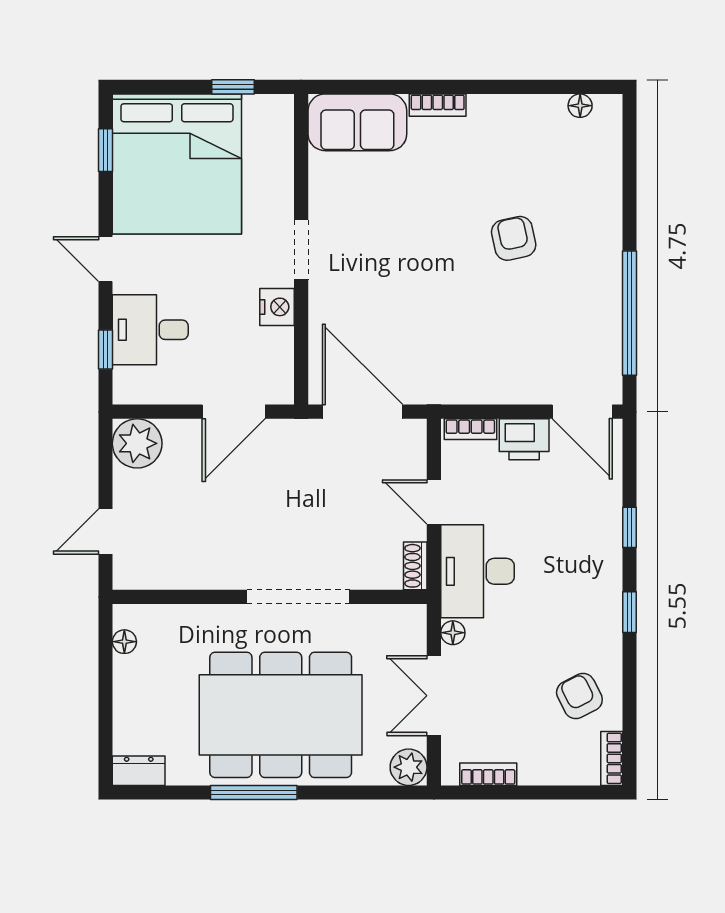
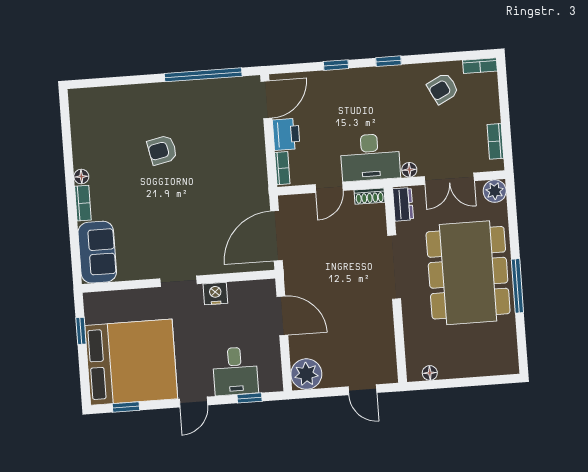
floor lamp: (580, 106) -> (81, 177), moved
dresser: (139, 771) -> (403, 204), moved, turned 180

